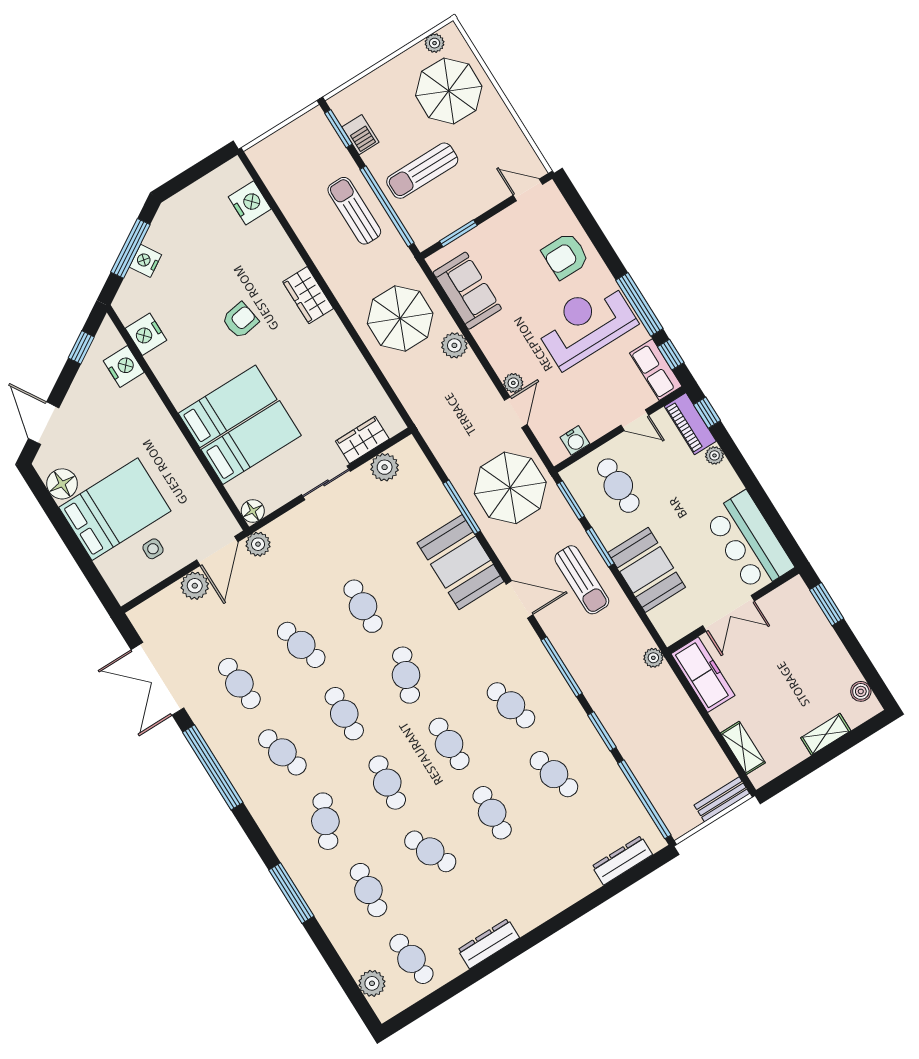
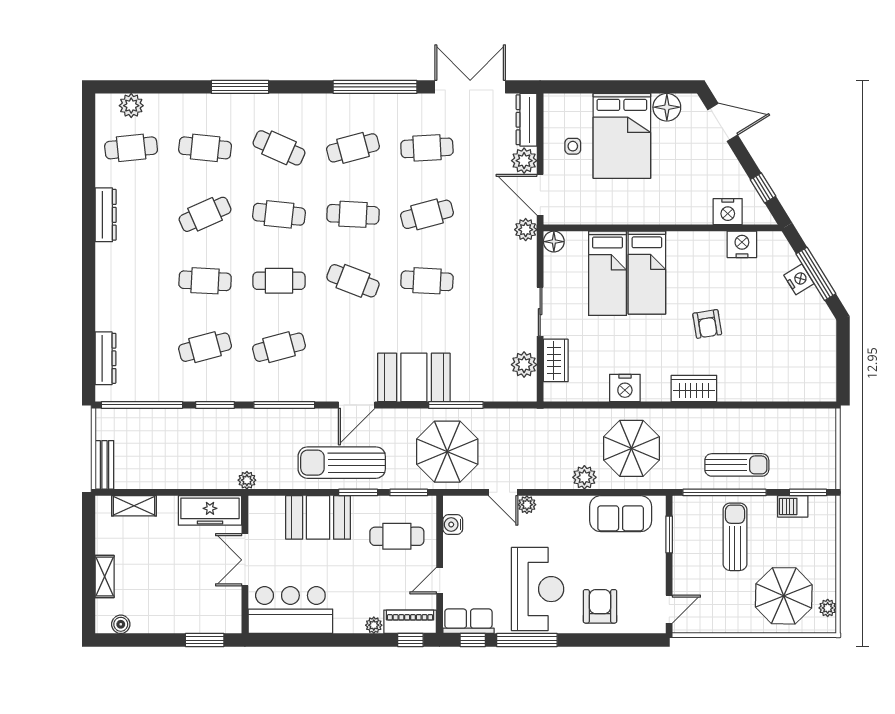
nightstand: (250, 203) -> (625, 388), moved
sun lounger: (582, 580) -> (342, 463), width x1.36, depth x1.34
dresser: (155, 607) -> (527, 120), added

